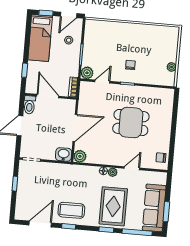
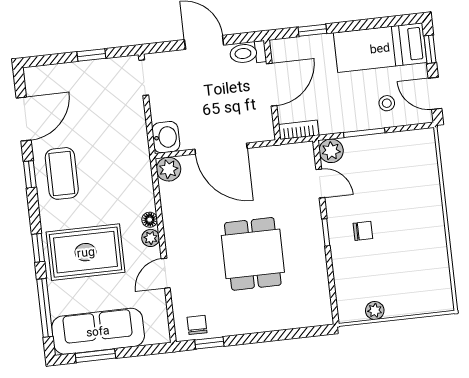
window: (171, 153) -> (209, 343), added
door: (132, 168) -> (166, 273), swing flipped
door: (40, 224) -> (24, 119), hinge flipped

